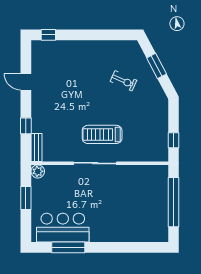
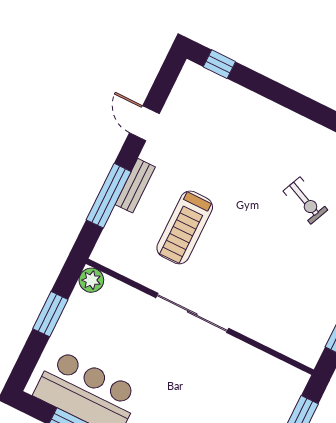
window: (26, 126) -> (109, 196), width x2.17
treadmill: (102, 134) -> (185, 227), moved, turned -90
bench: (36, 148) -> (135, 186), moved

